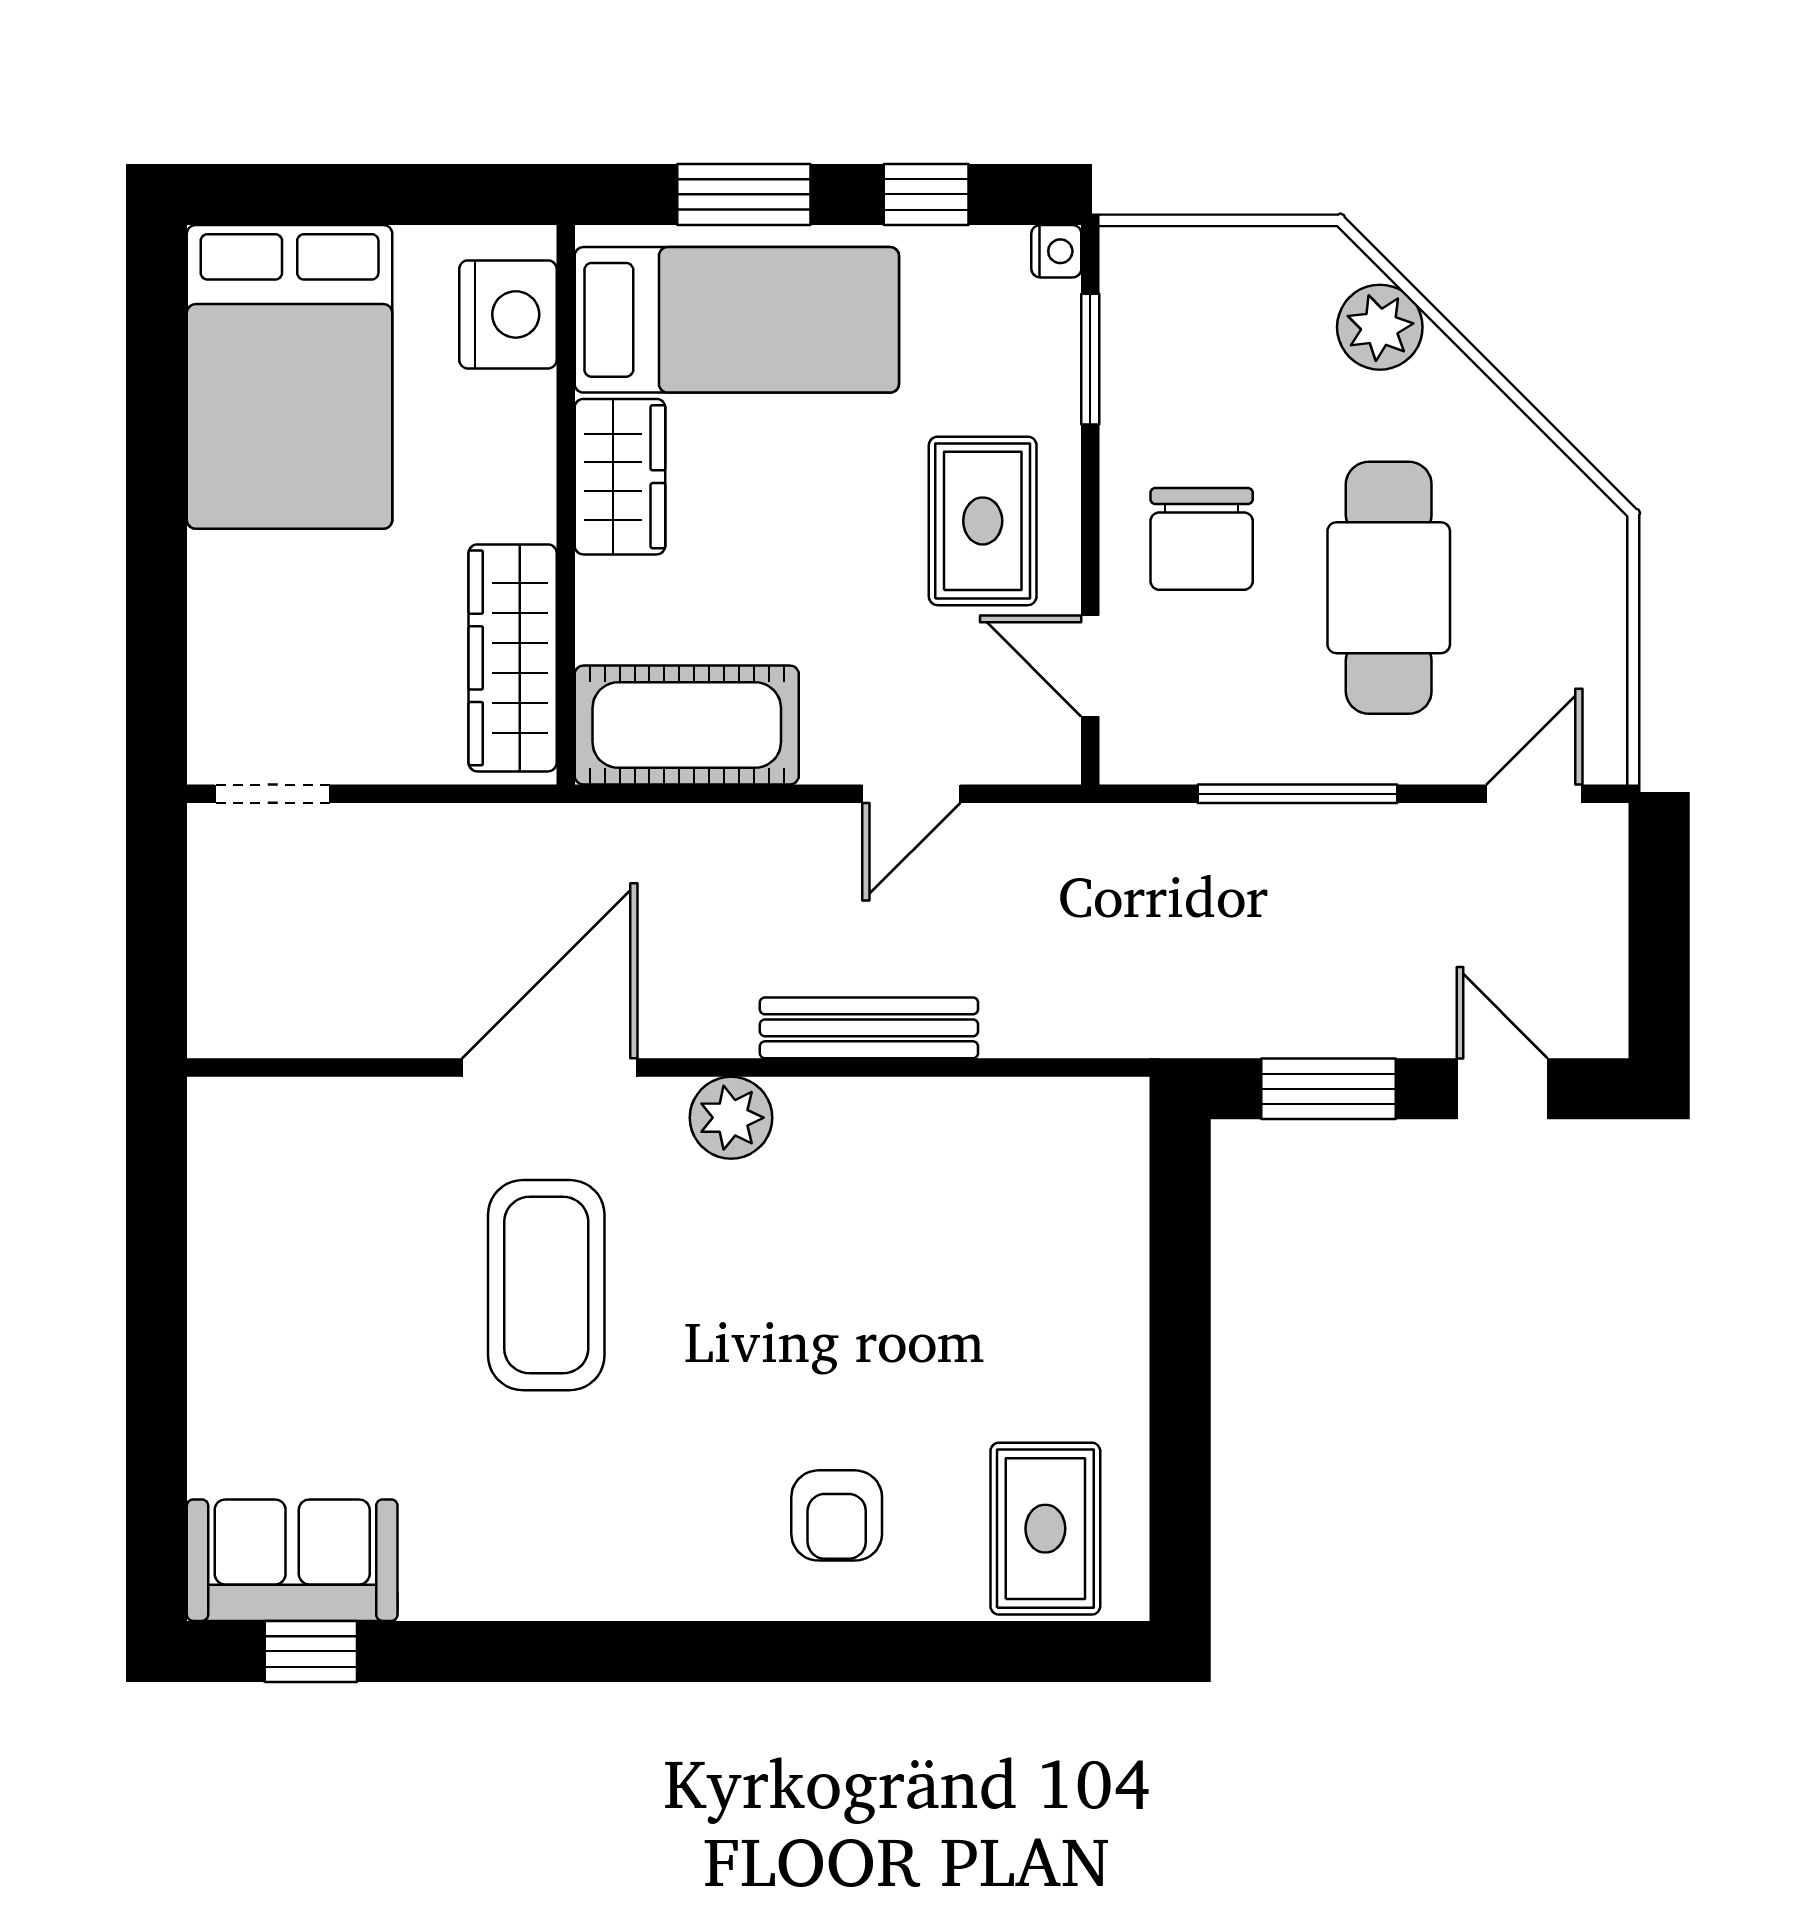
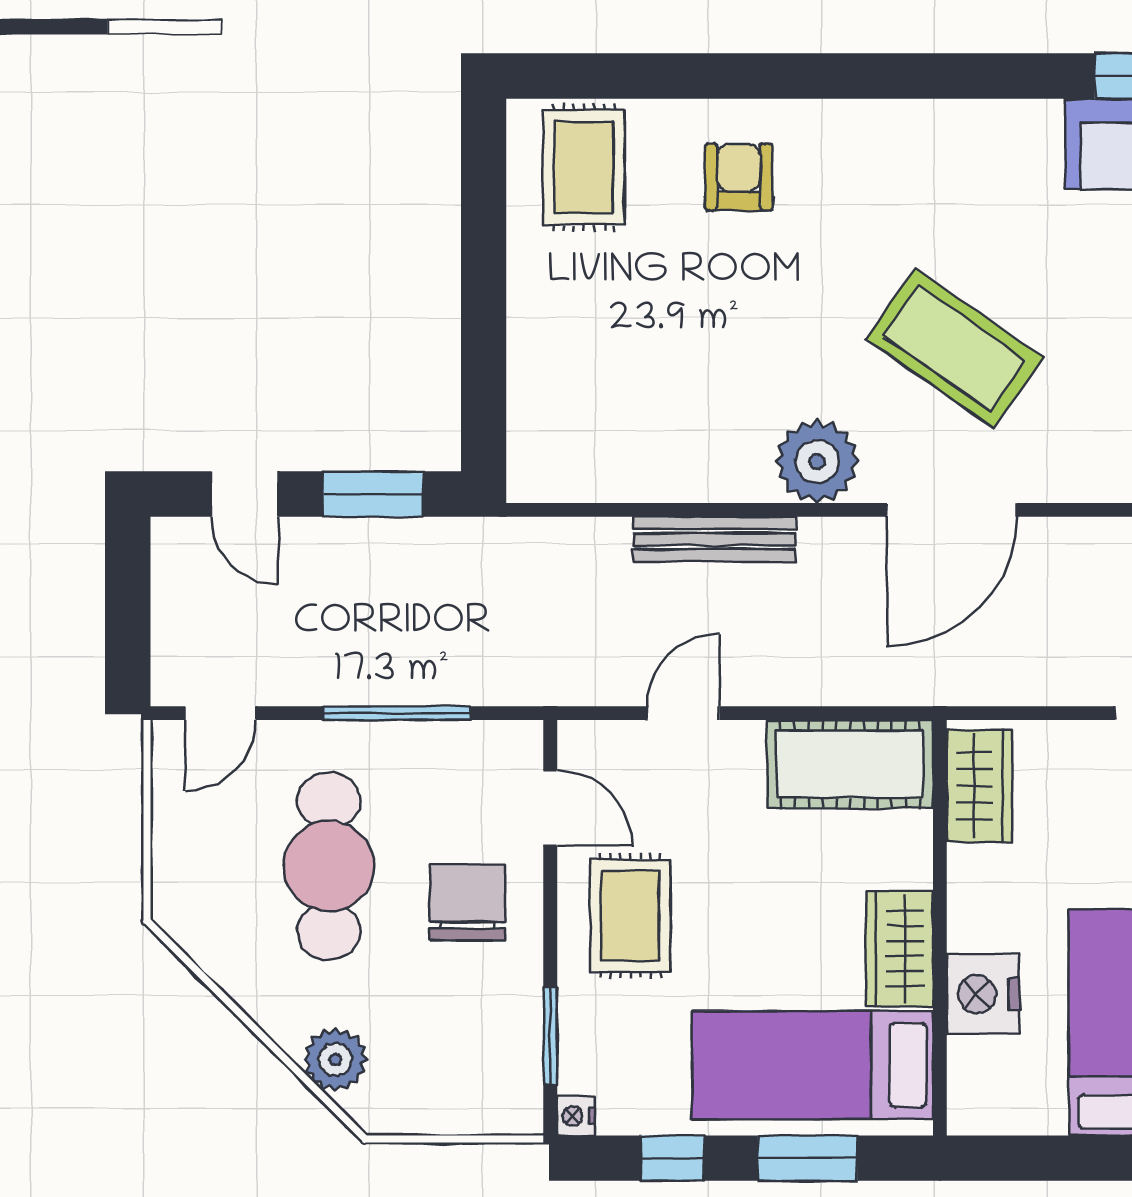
nightstand: (508, 314) -> (983, 994), moved
wardrobe: (513, 658) -> (979, 786), width x0.67
plant: (731, 1118) -> (817, 461), width x1.36, depth x1.36
coffee table: (546, 1285) -> (954, 348), turned -55

